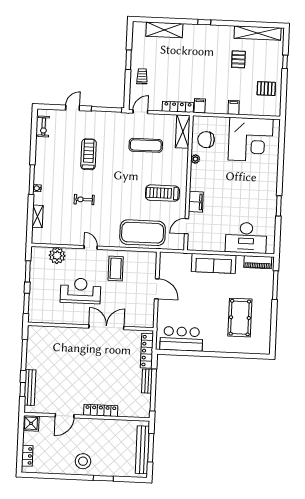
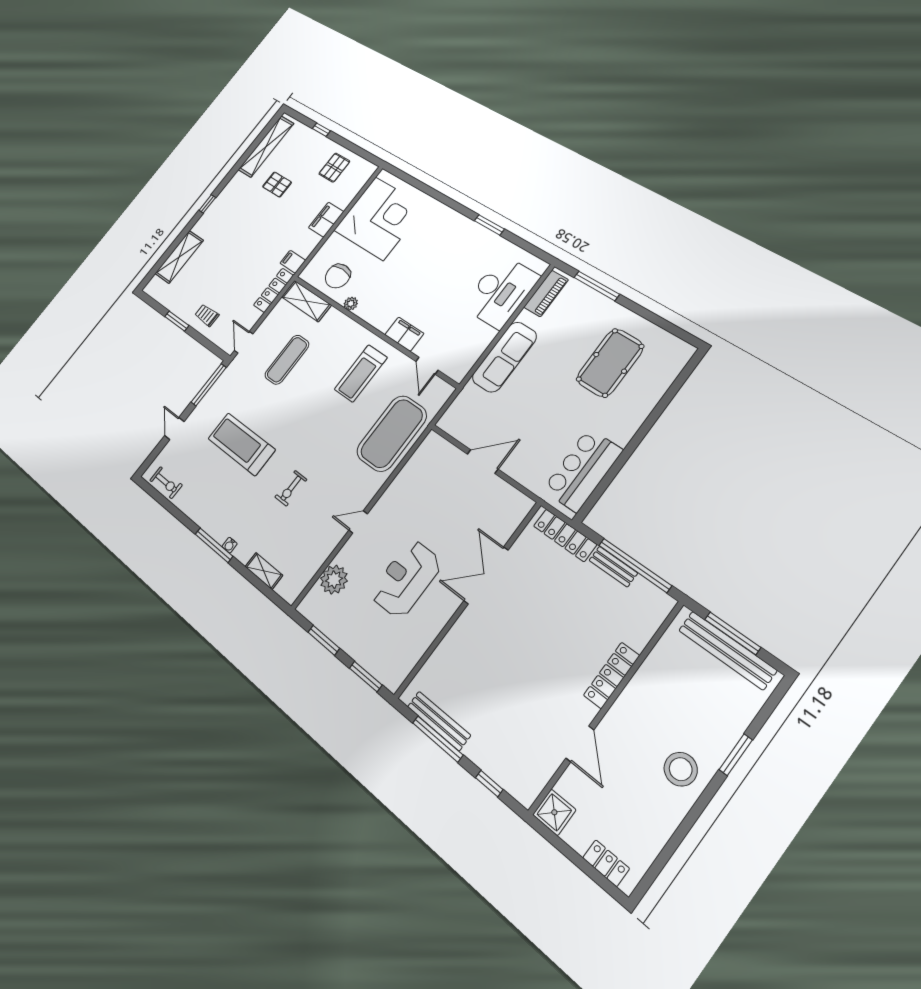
filing cabinet: (234, 107) -> (326, 220), width x2.00
treadmill: (88, 154) -> (242, 444), width x1.37, depth x1.38
coffee table: (116, 269) -> (412, 504), removed
pool table: (240, 318) -> (610, 363), turned 90
bench: (30, 388) -> (439, 721), moved

